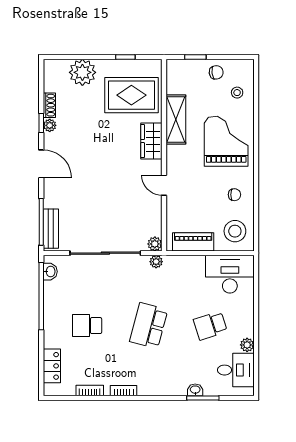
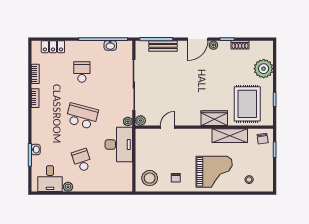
chair: (216, 72) -> (263, 139), moved
plant: (50, 125) -> (213, 45), moved
door: (164, 185) -> (168, 127), moved
bench: (51, 229) -> (163, 46), moved
piano: (193, 242) -> (142, 148), removed
washbasin: (50, 272) -> (110, 45), moved
desk: (230, 274) -> (119, 144), moved

